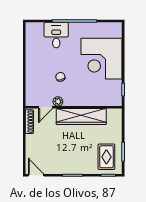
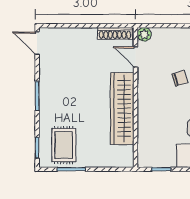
plant: (58, 101) -> (144, 34), moved
rug: (106, 157) -> (64, 145), turned 90
door: (36, 175) -> (37, 43), swing flipped

